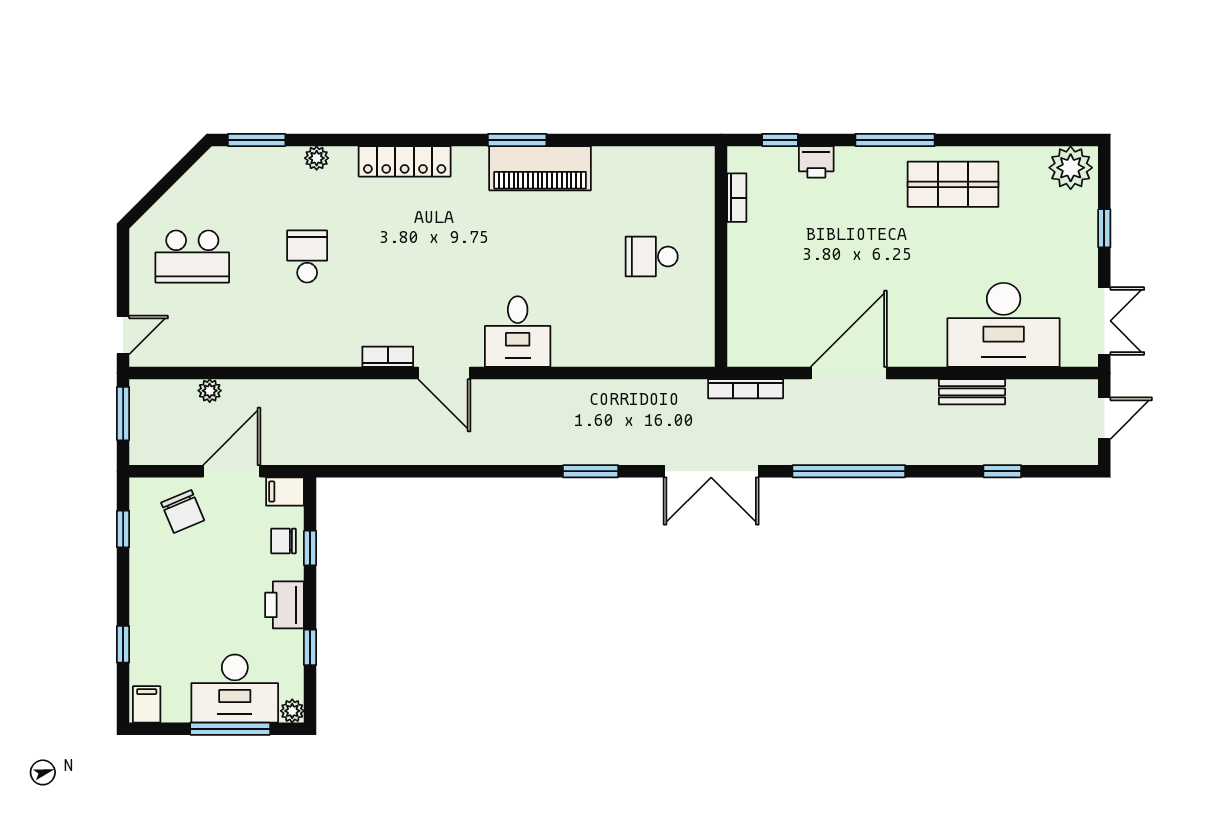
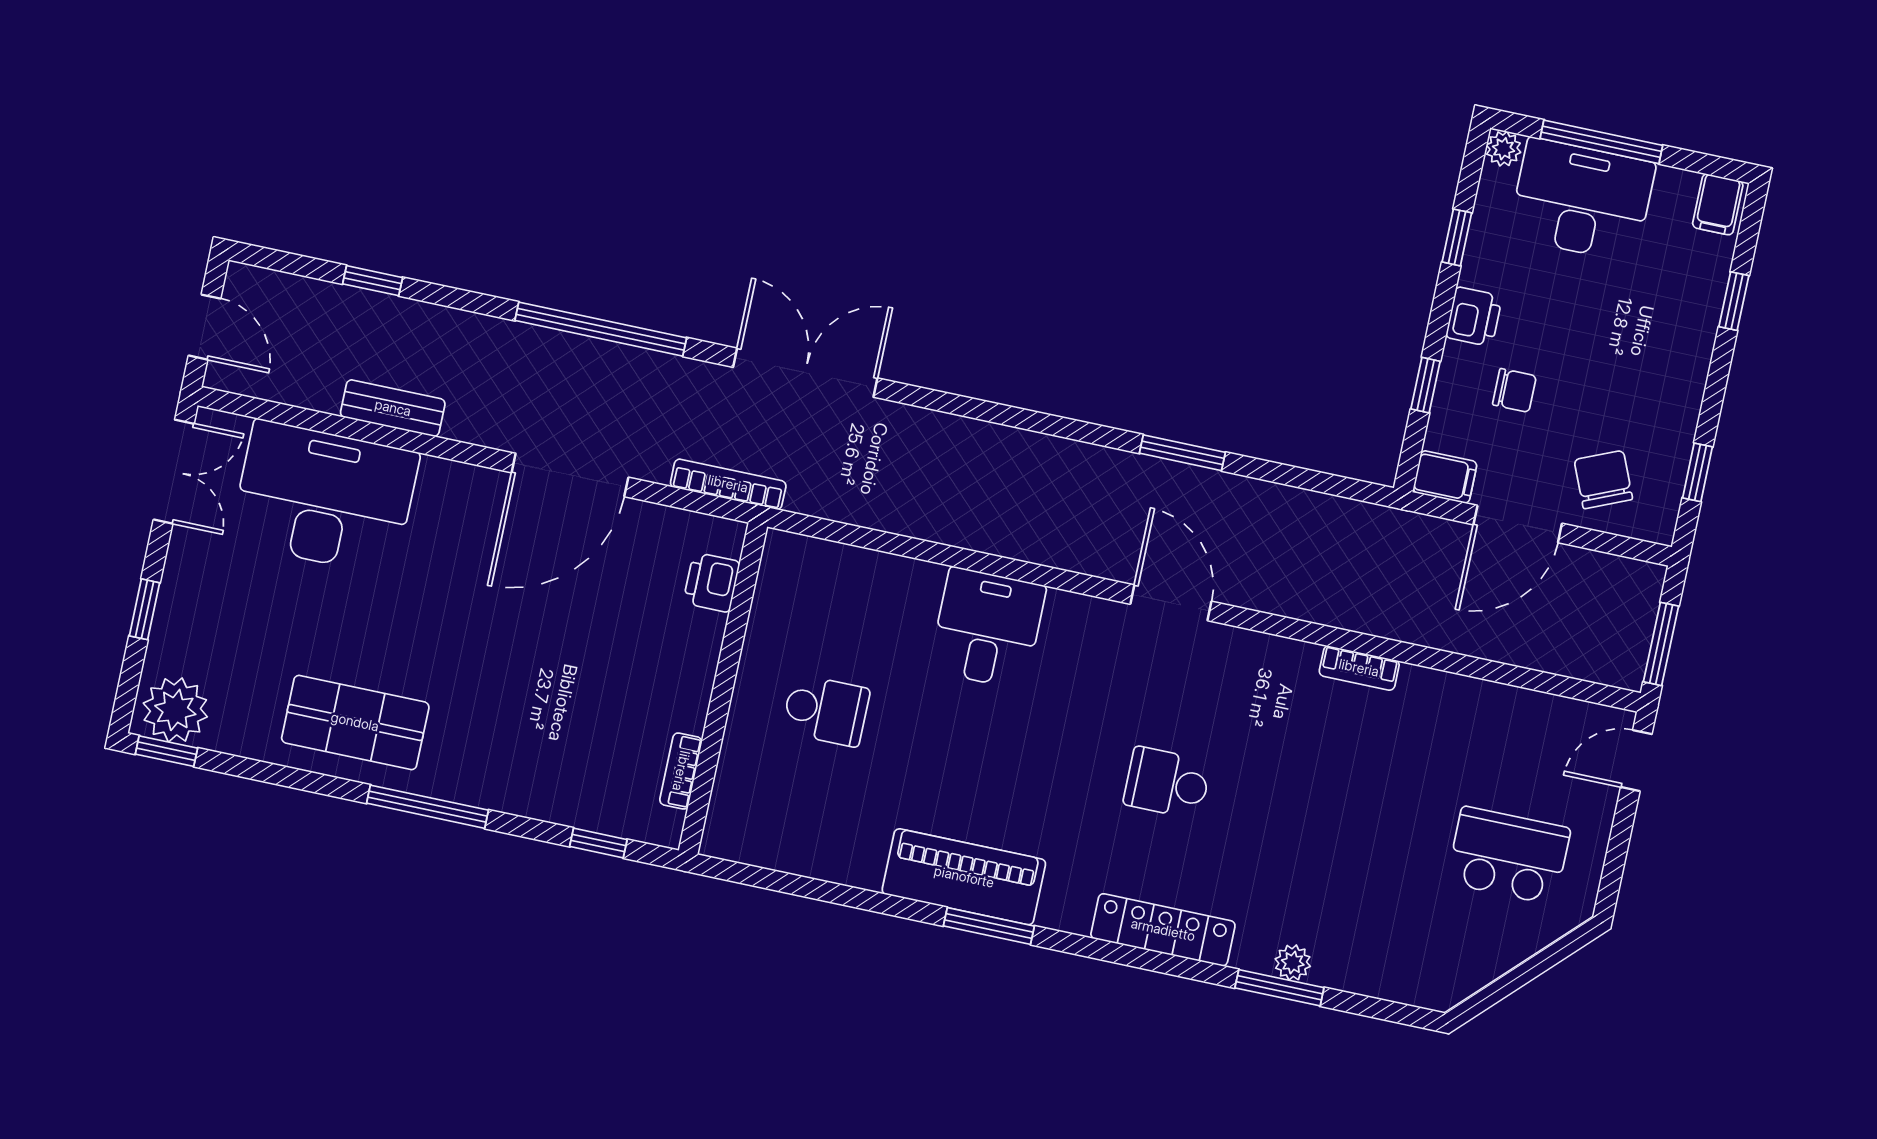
window: (257, 140) -> (1279, 988), moved
window: (1071, 140) -> (166, 751), added
printer: (816, 162) -> (712, 582), moved, turned -90
school desk: (307, 256) -> (1167, 783), moved, turned 90
double door: (1104, 321) -> (174, 472), swing flipped
desk: (518, 332) -> (988, 628), moved
bookcase: (388, 357) -> (1359, 668), moved
plant: (210, 391) -> (1525, 651), removed
door: (1104, 418) -> (204, 327), swing flipped
window: (591, 471) -> (1182, 453), moved
chair: (284, 541) -> (1514, 390), moved
printer: (285, 605) -> (1474, 317), width x0.73, depth x0.81

